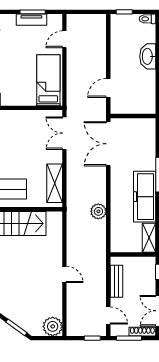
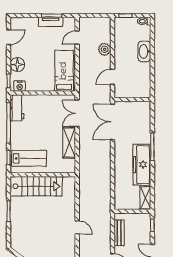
shelving: (55, 183) -> (69, 143), moved
plant: (98, 211) -> (105, 49), moved

